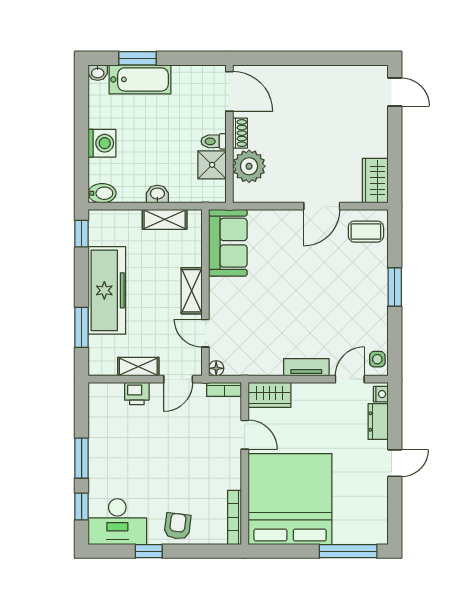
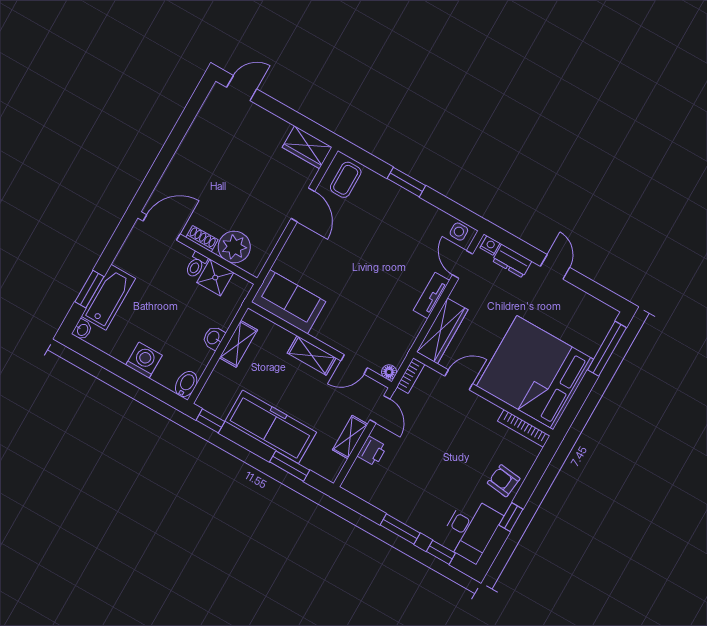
wardrobe: (269, 395) -> (442, 331), width x1.50

